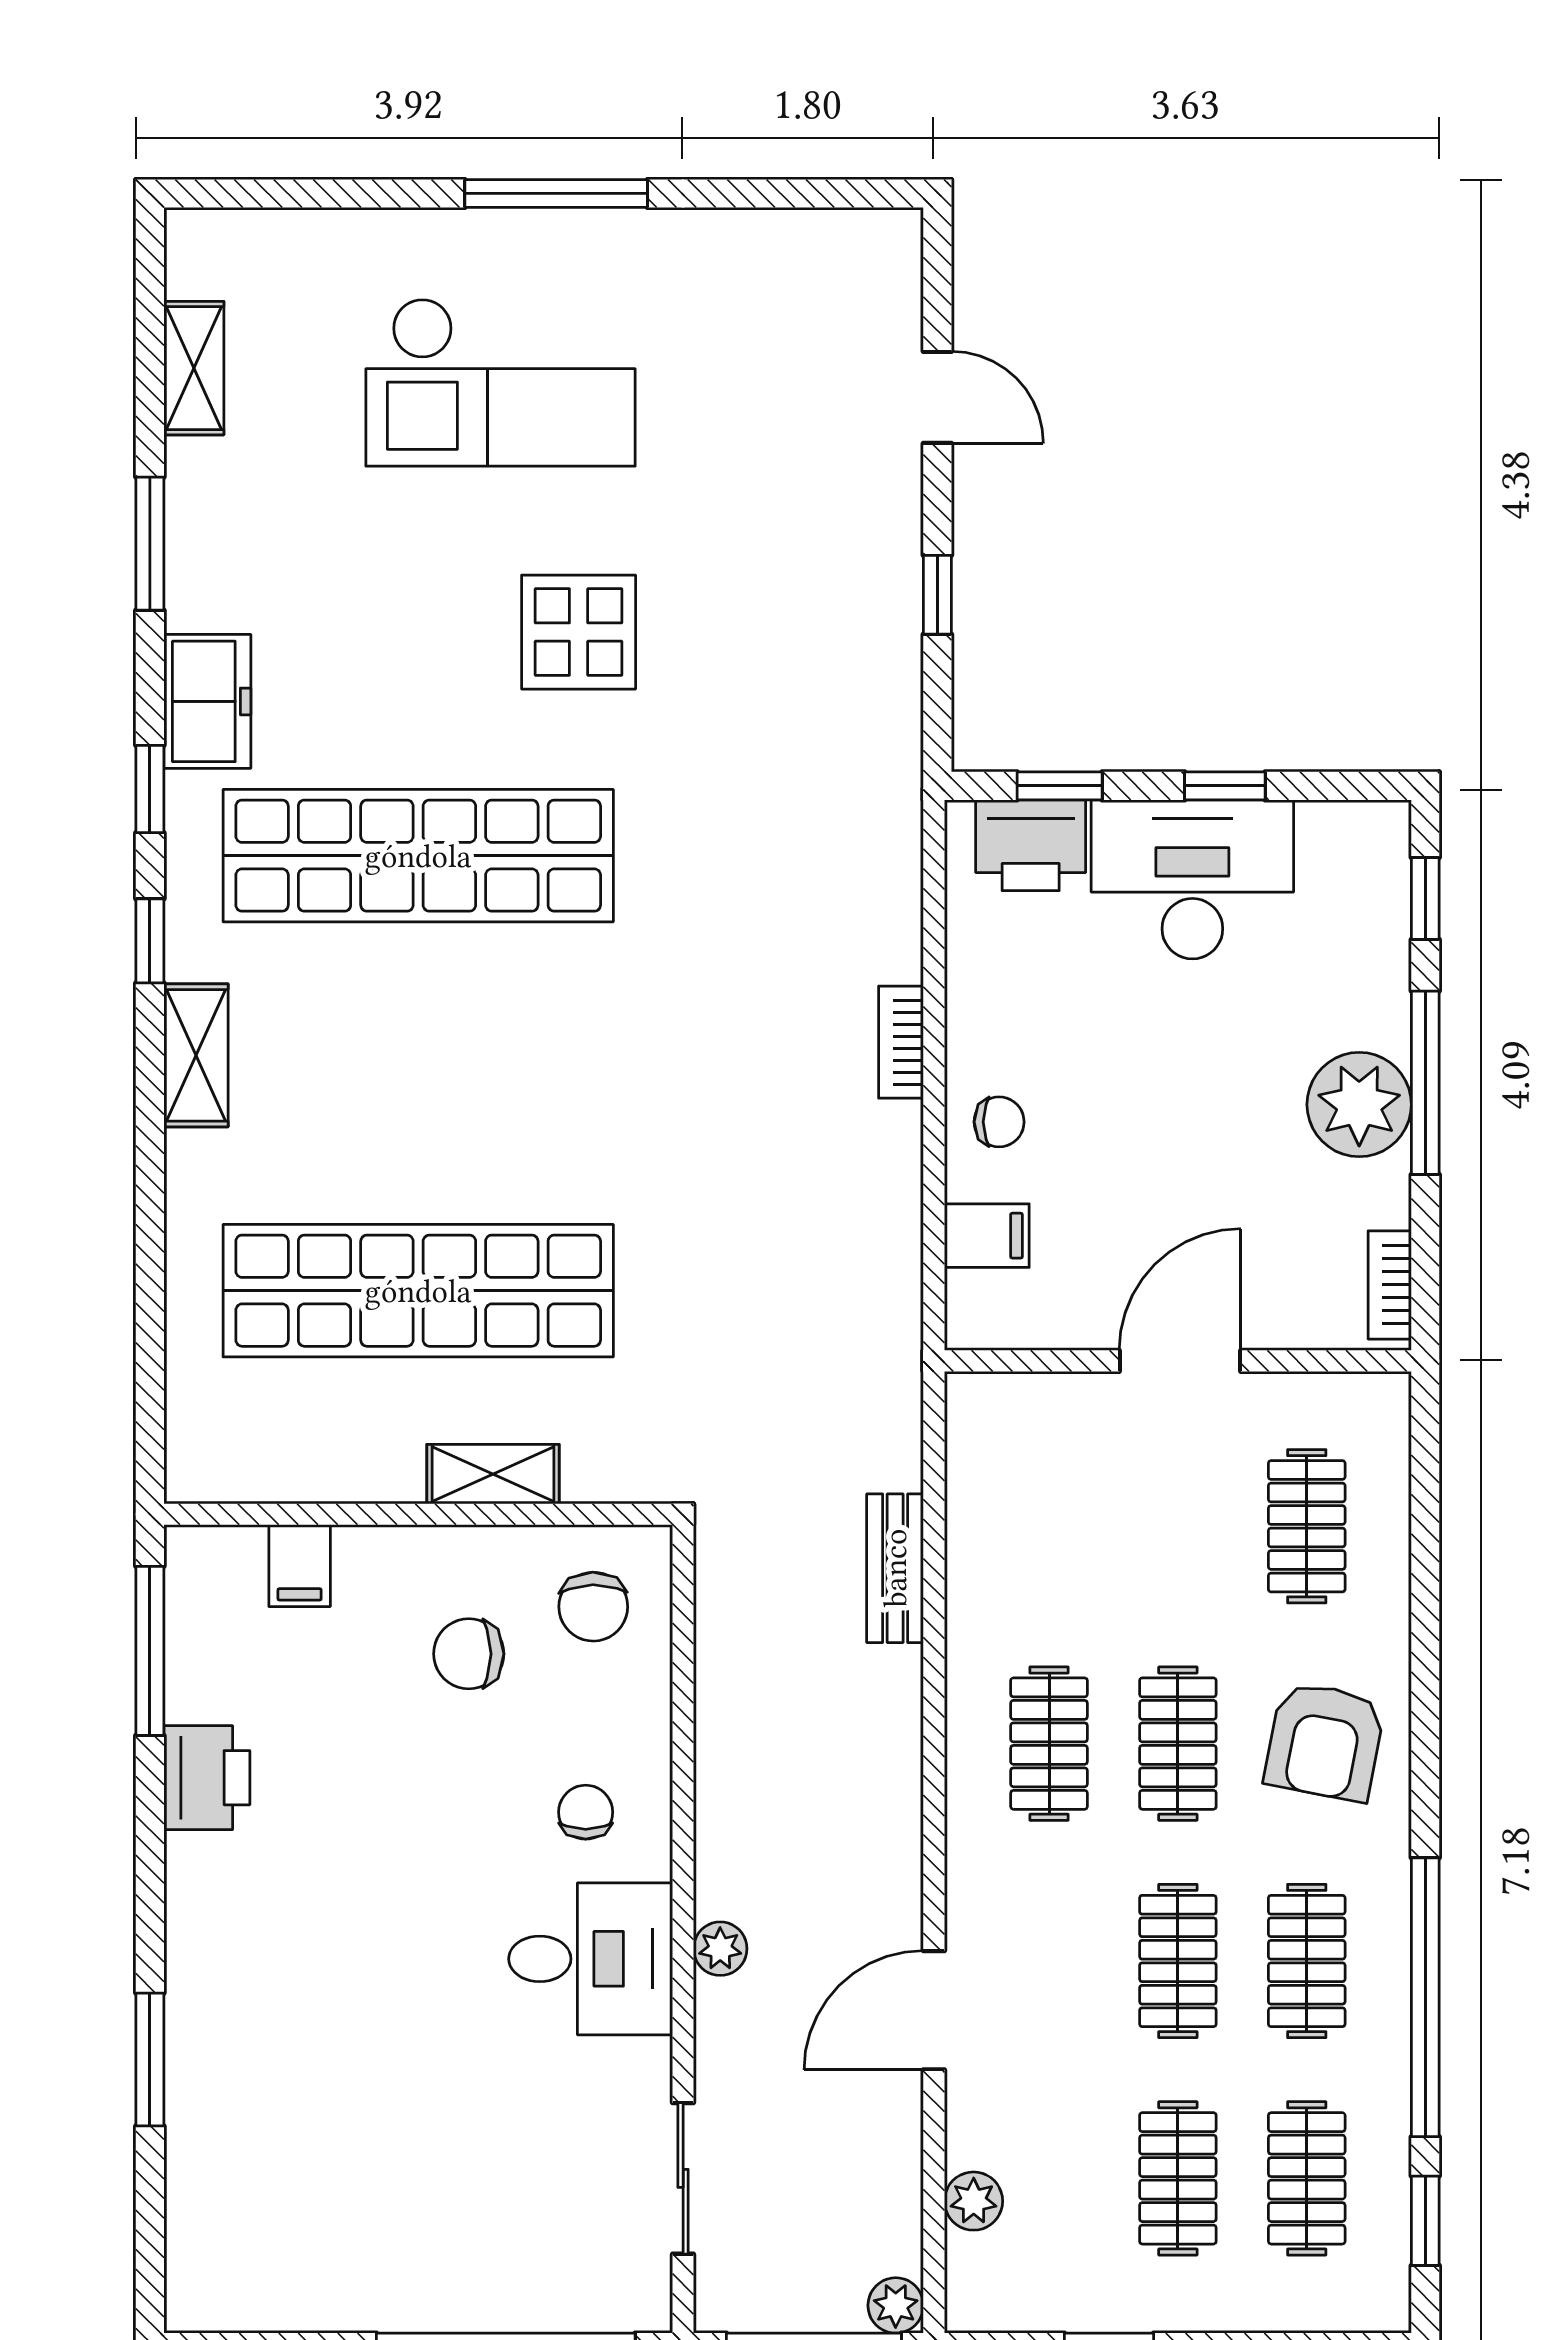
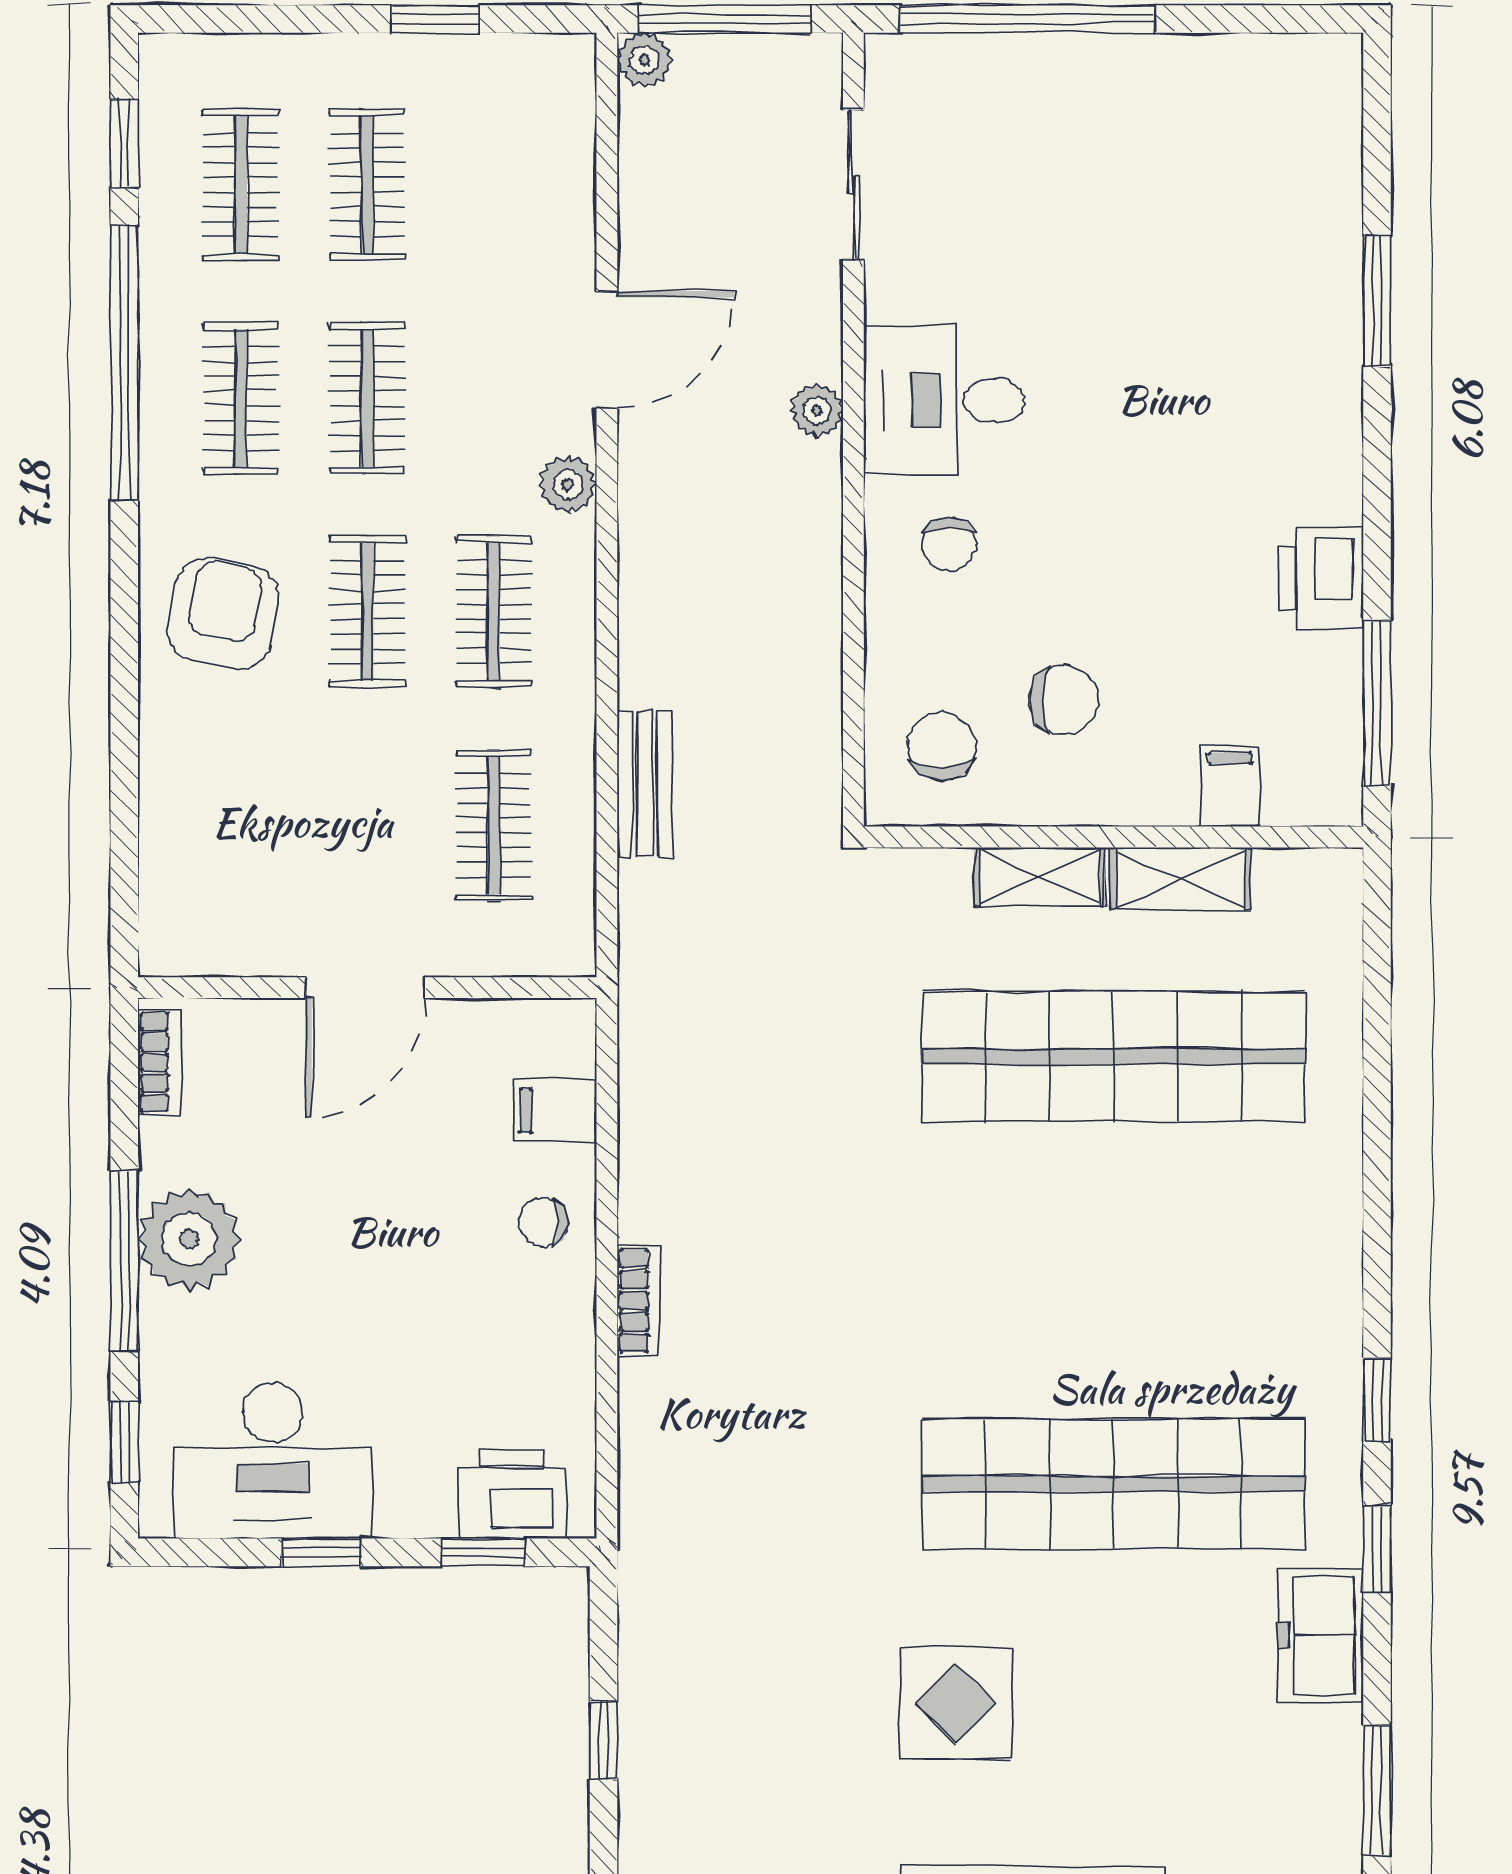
desk: (1192, 879) -> (272, 1461), moved
shelving: (196, 1055) -> (1181, 879), moved, turned 90
clothes rail: (1307, 1526) -> (494, 825), moved
plant: (974, 2201) -> (568, 484), moved

